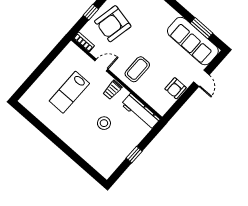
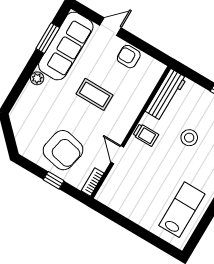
plant: (172, 14) -> (37, 78), added
coffee table: (137, 69) -> (94, 94), moved
armchair: (176, 88) -> (129, 57), turned 180
lab bench: (69, 92) -> (182, 210), moved, turned -90

